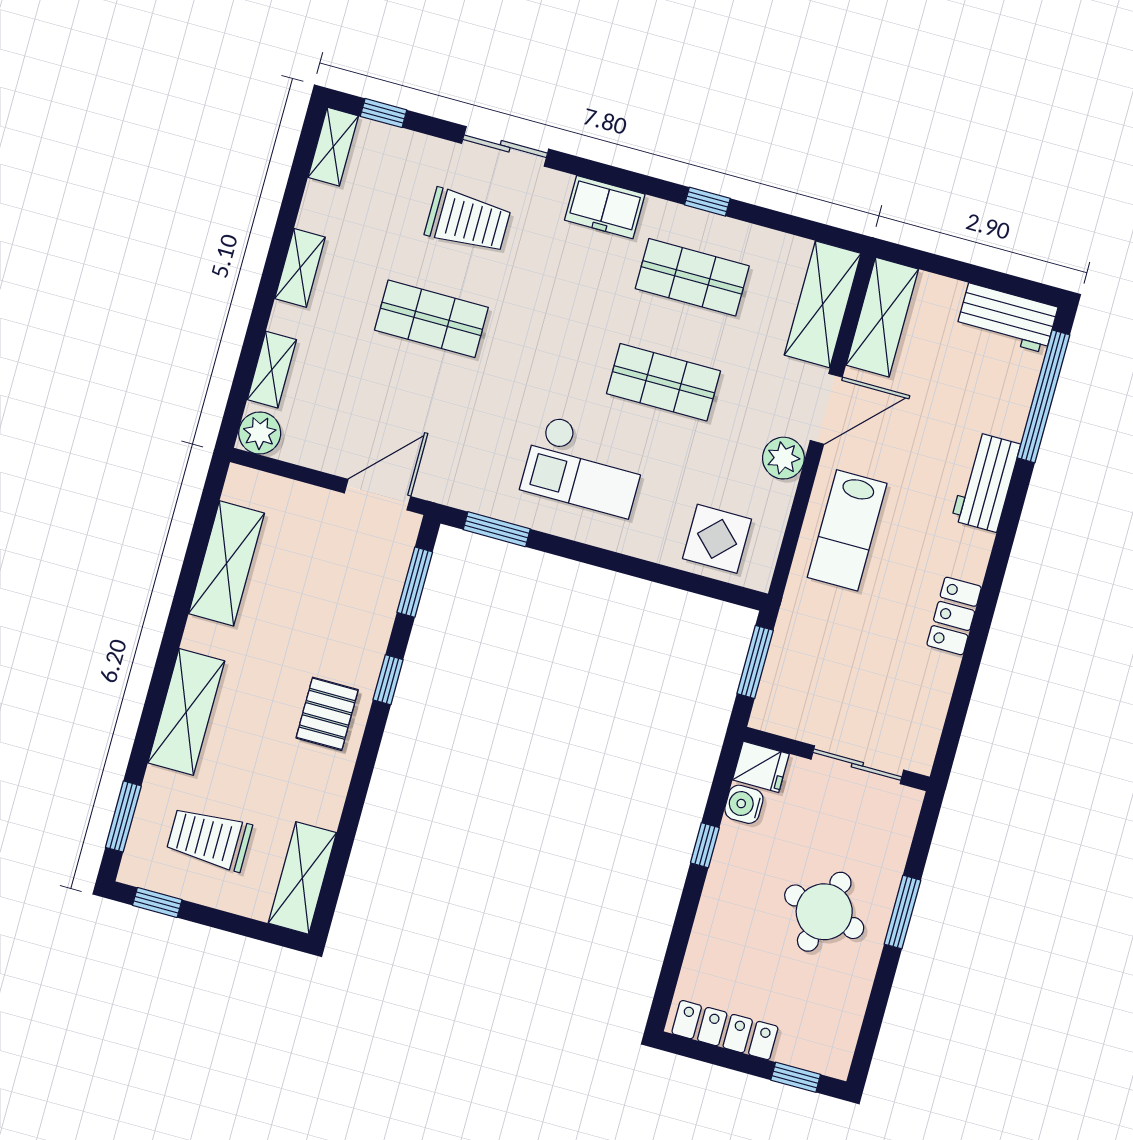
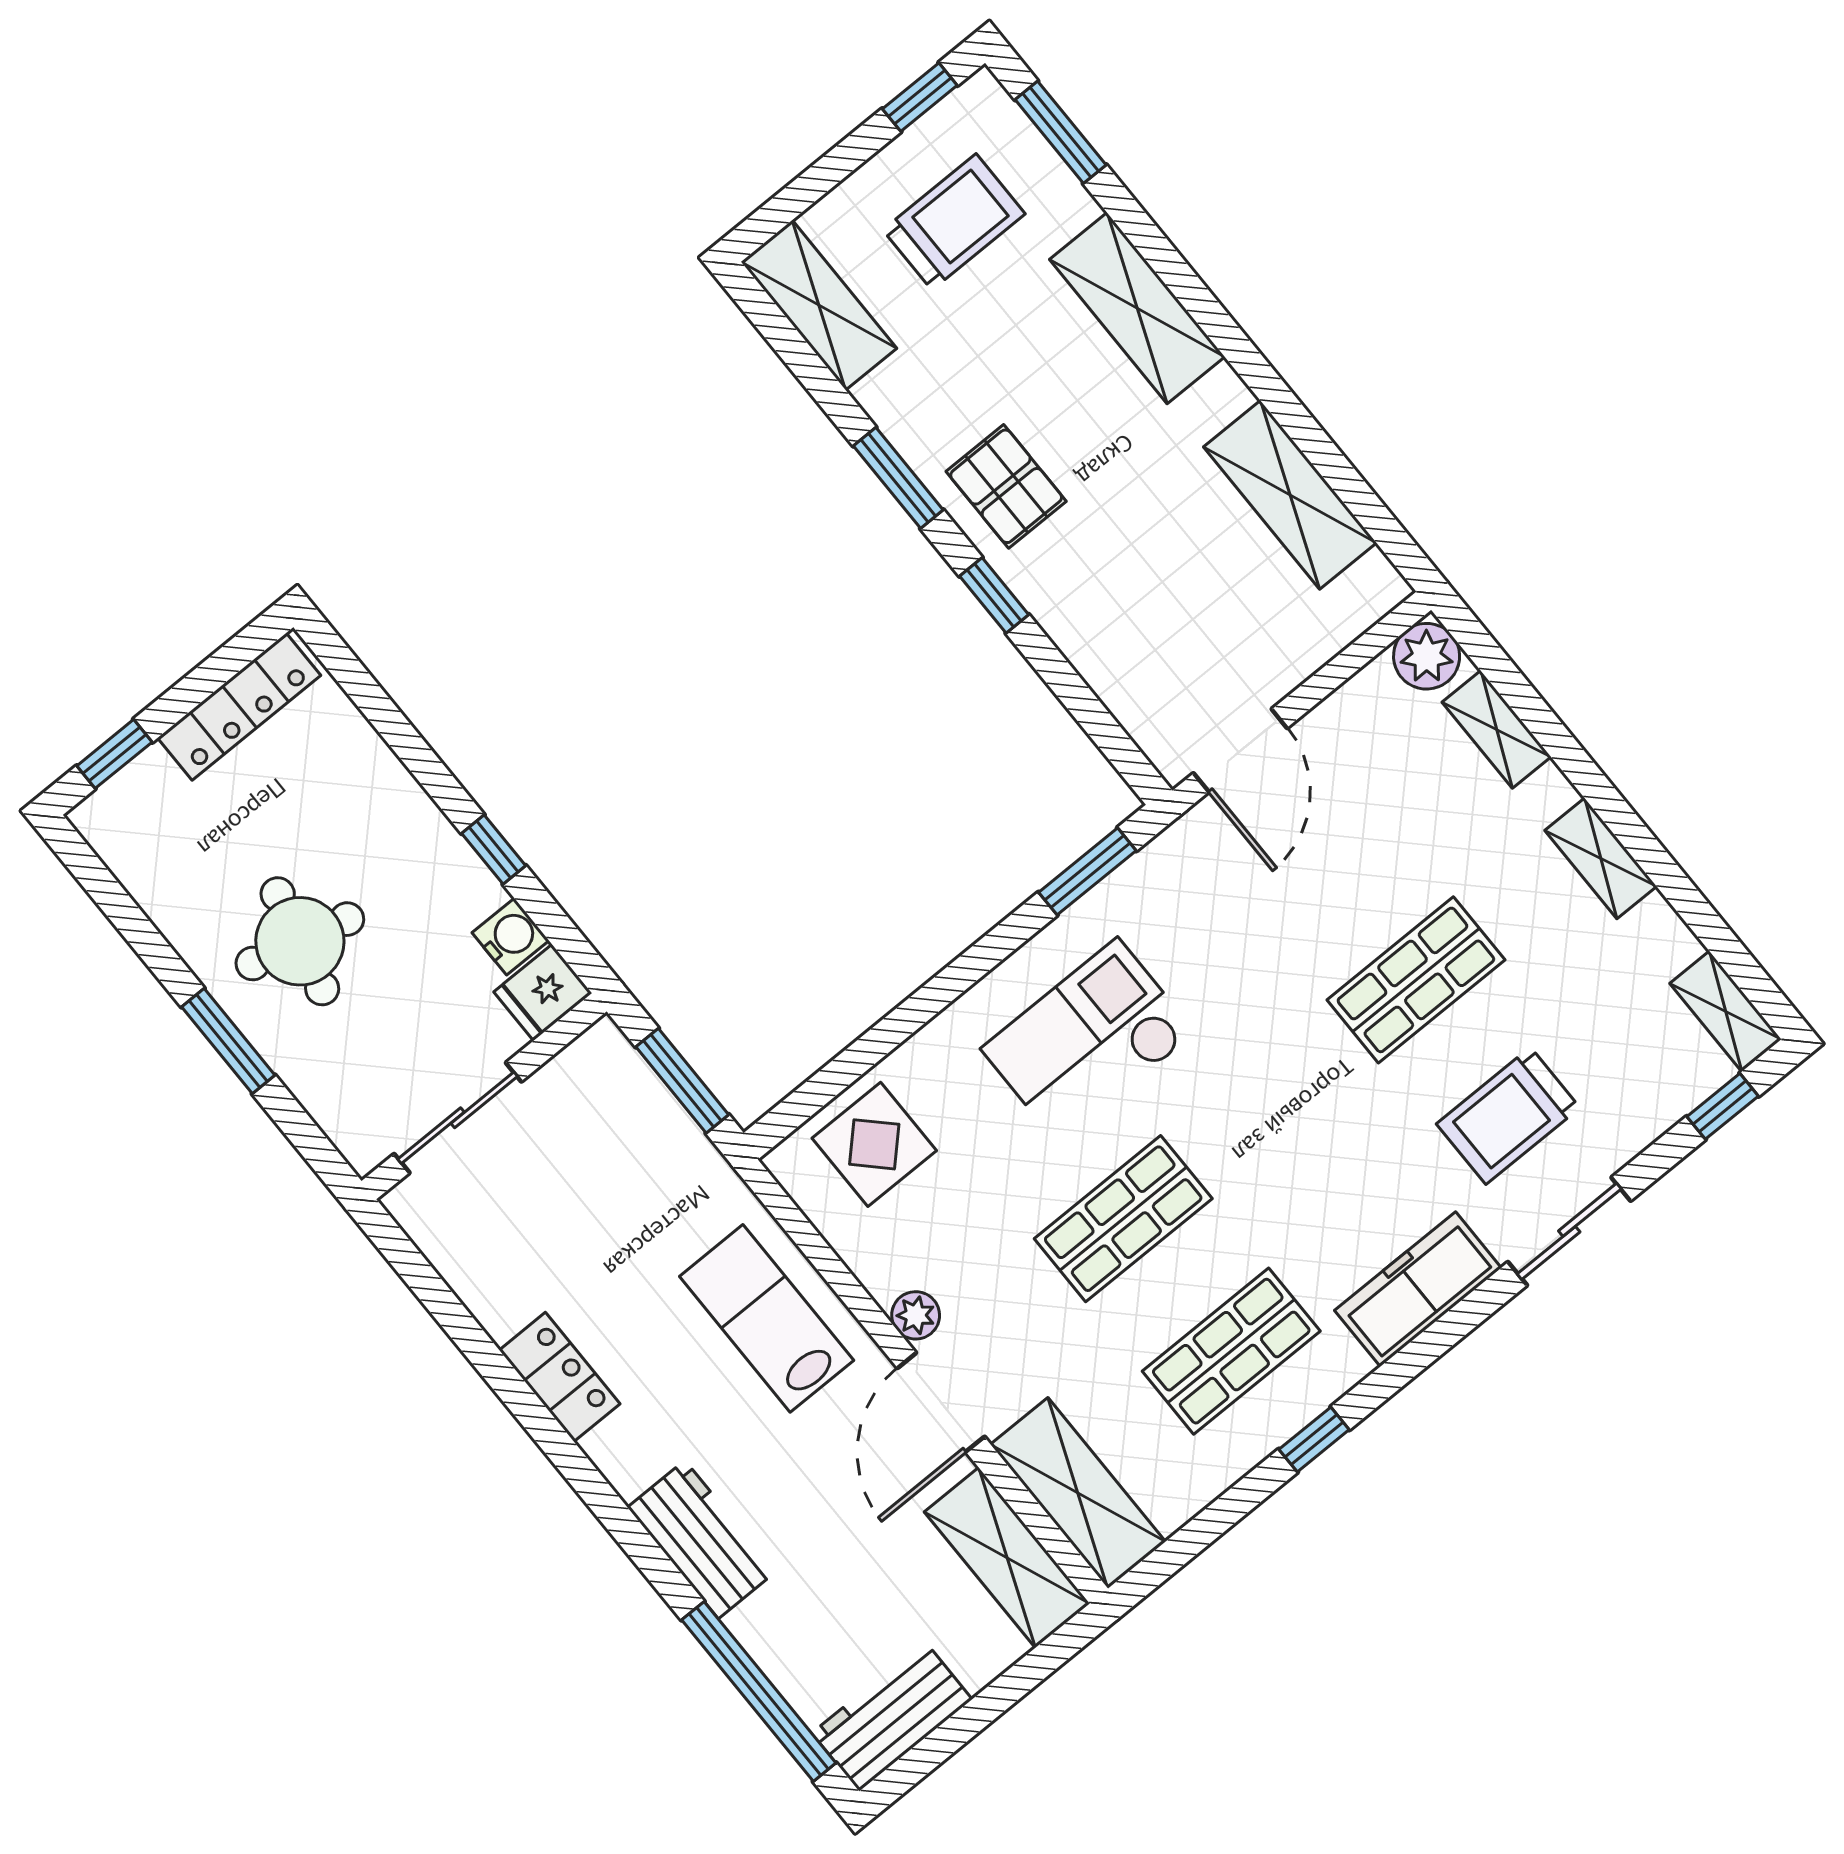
freezer: (605, 207) -> (1418, 1289), width x1.40
plant: (783, 458) -> (916, 1315), width x0.73, depth x0.73
window: (415, 582) -> (898, 478), moved

